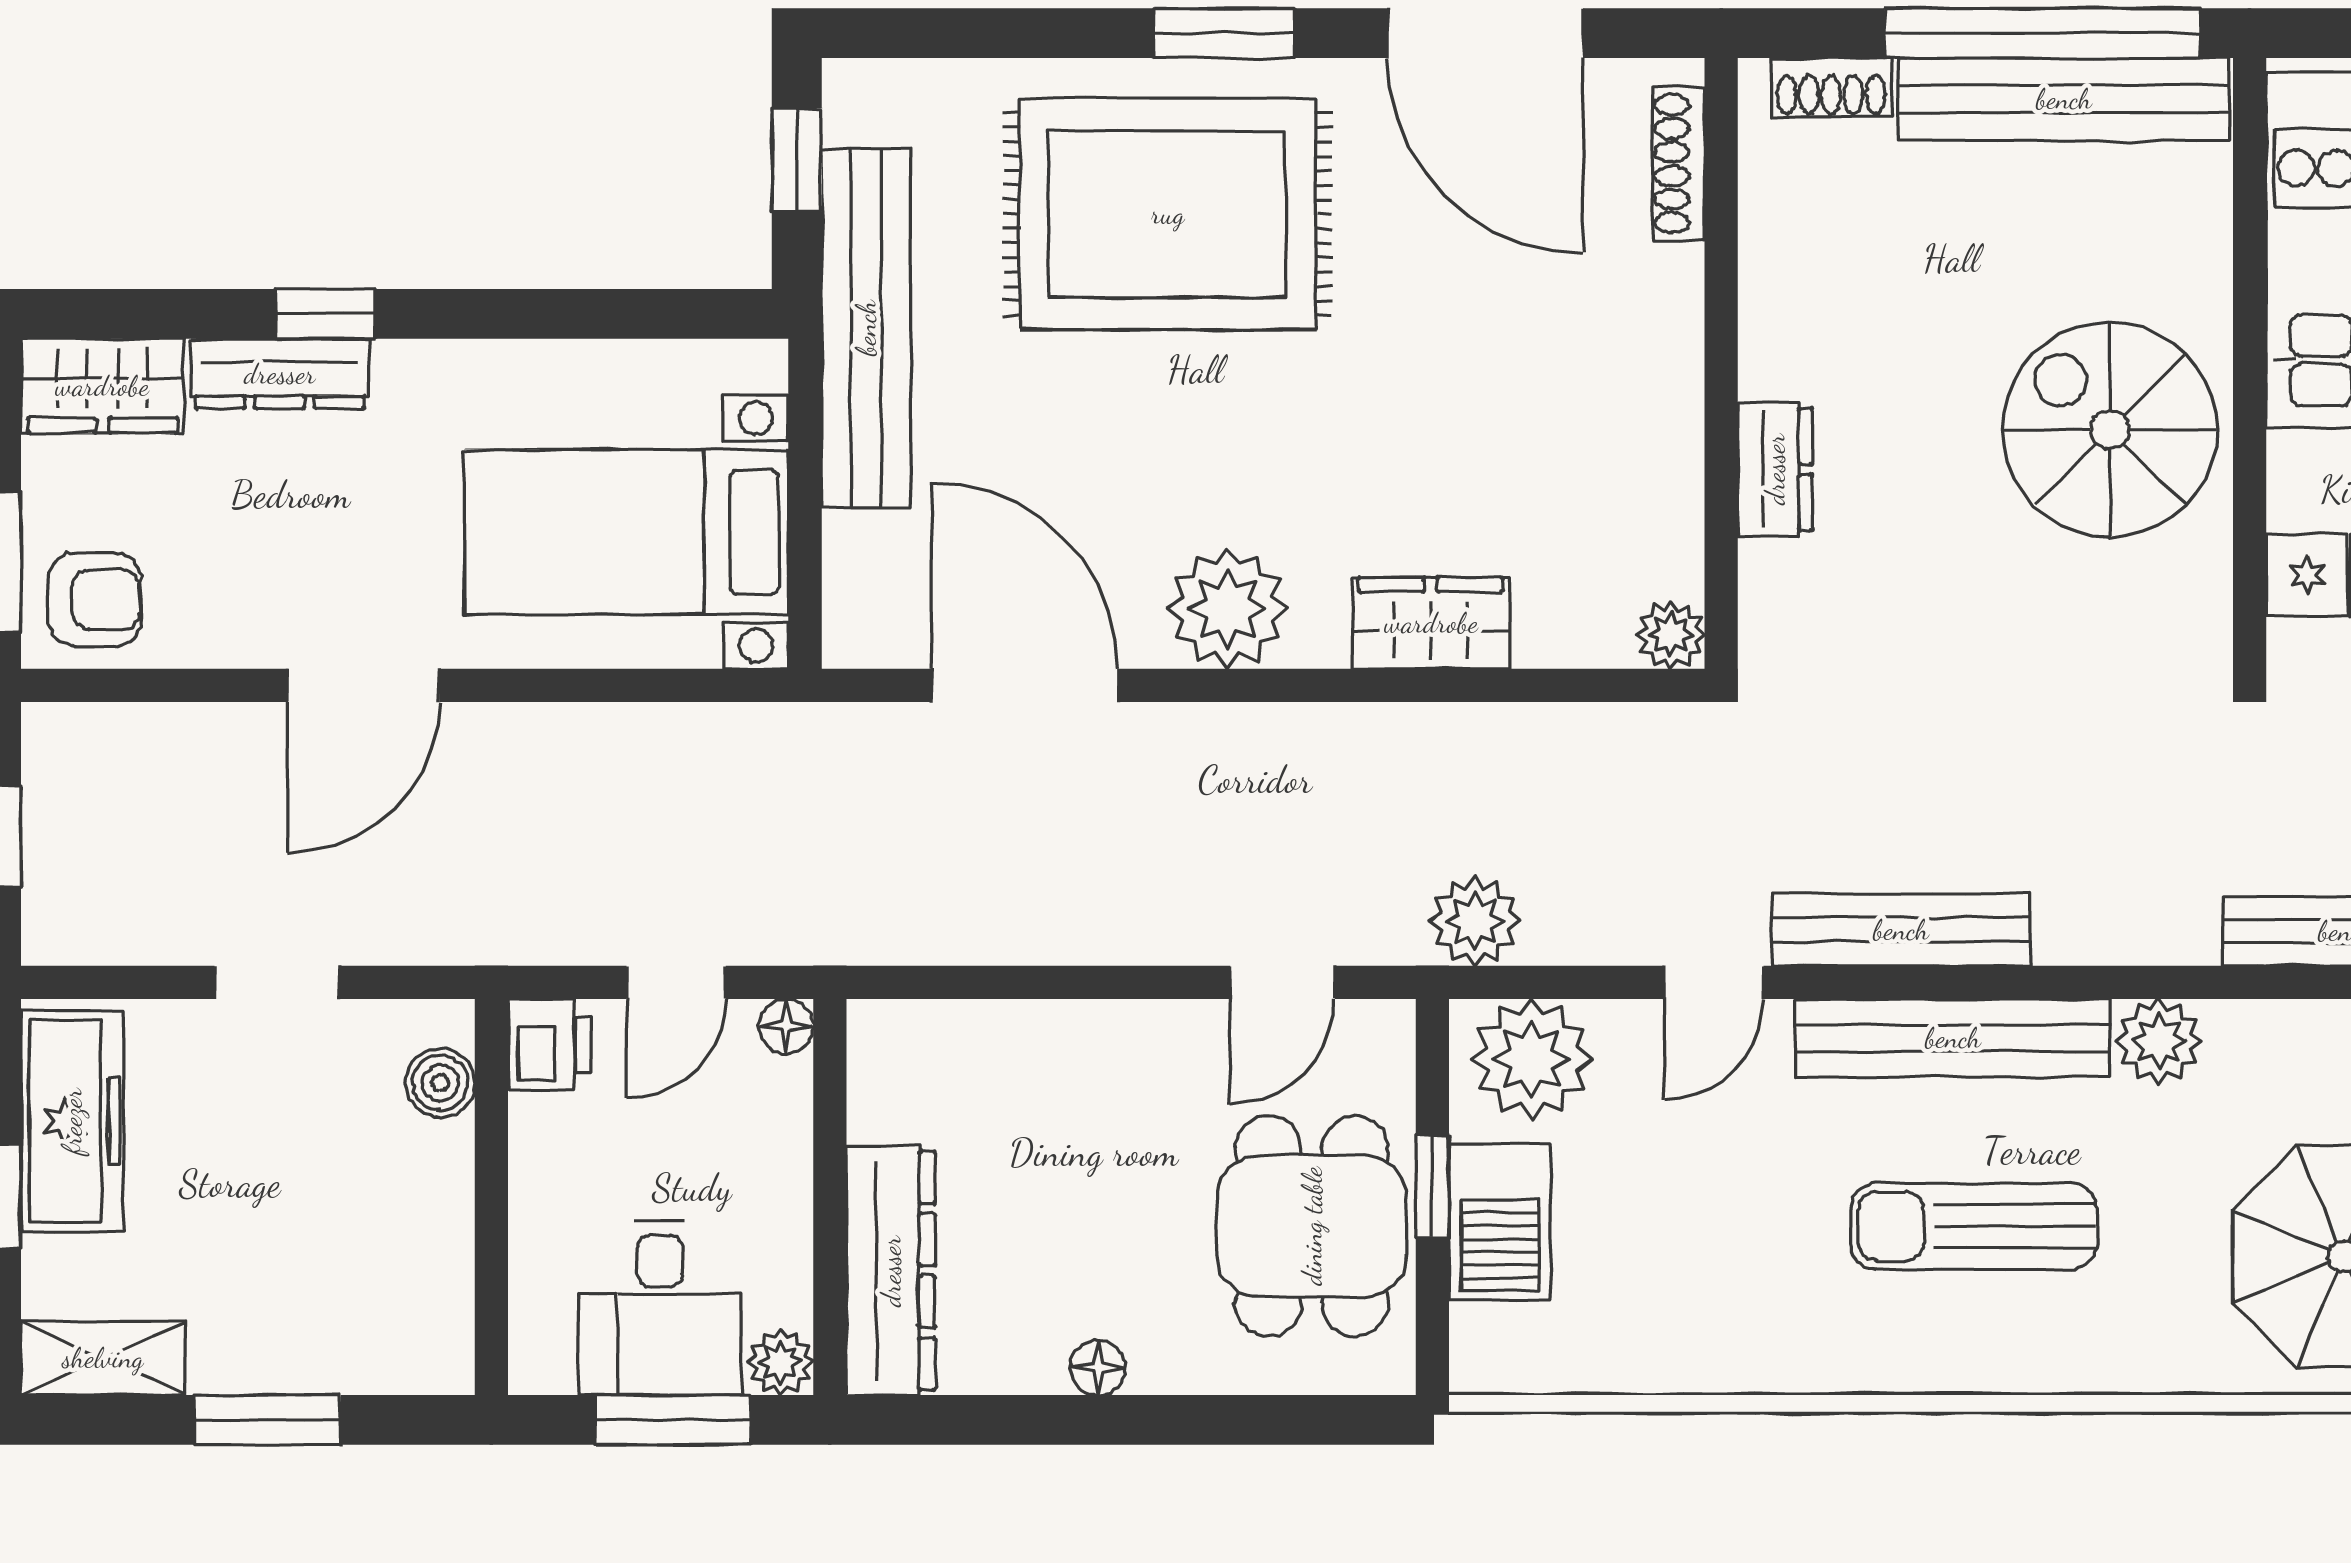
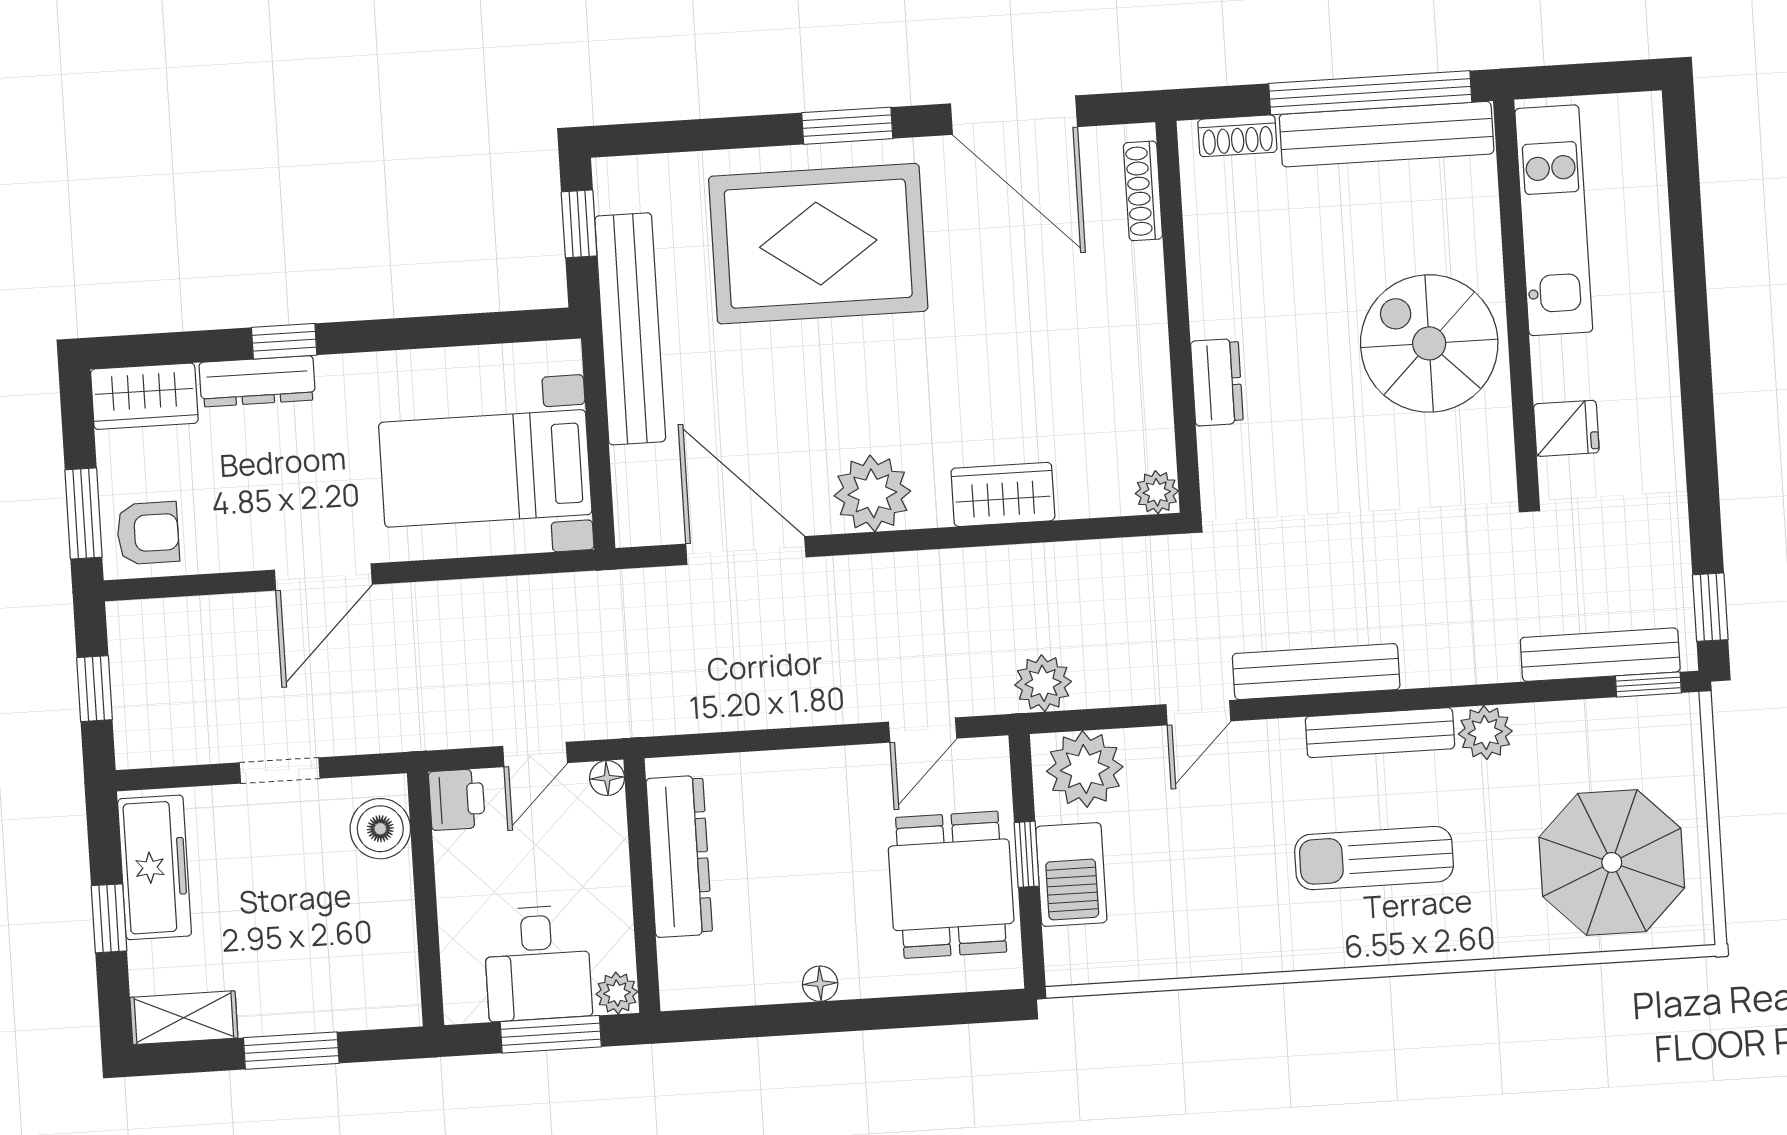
bench: (1953, 1038) -> (1380, 733), width x0.73, depth x0.82
boiler: (440, 1083) -> (380, 829), width x1.36, depth x1.36
dresser: (891, 1271) -> (679, 856), moved

